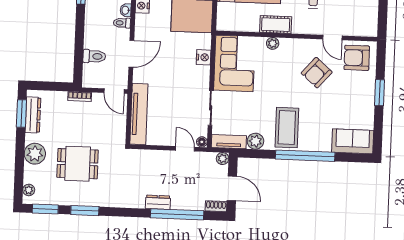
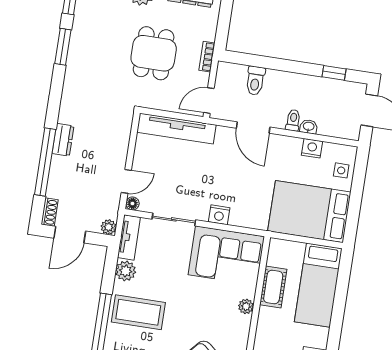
cot: (276, 25) -> (273, 287), moved
nightstand: (204, 57) -> (219, 215), moved
dining table: (78, 164) -> (154, 53), moved

